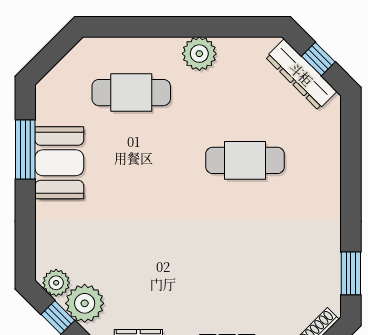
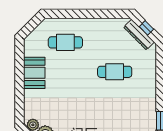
plant: (199, 54) -> (95, 26), removed
window: (25, 149) -> (20, 67), removed

